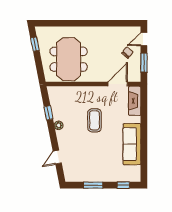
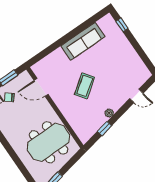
fireplace: (135, 101) -> (45, 64), removed
coffee table: (94, 120) -> (85, 86), turned -36
window: (93, 185) -> (139, 50), removed

